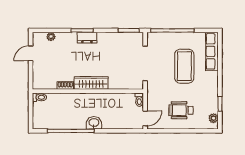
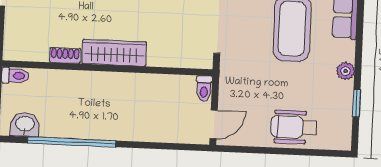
wheelchair: (181, 110) -> (294, 127), moved
plant: (213, 118) -> (346, 71), moved
washbasin: (94, 123) -> (25, 124), moved

